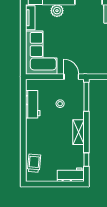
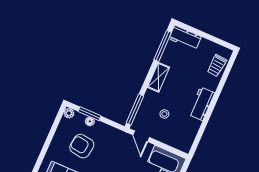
workbench: (33, 104) -> (202, 104), moved
window: (86, 160) -> (163, 46), width x2.17

